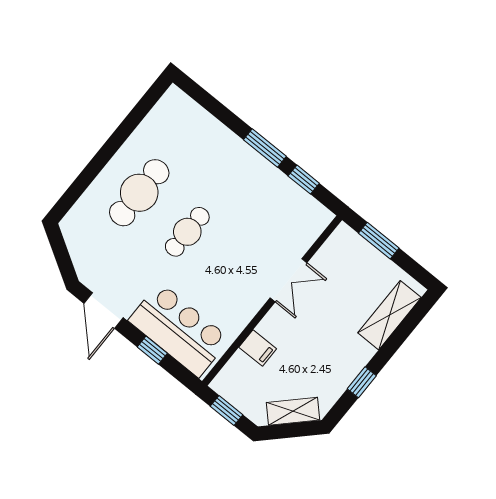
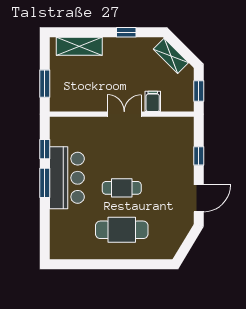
double door: (288, 280) -> (124, 114), moved
bar counter: (179, 330) -> (67, 178), moved, turned 180

